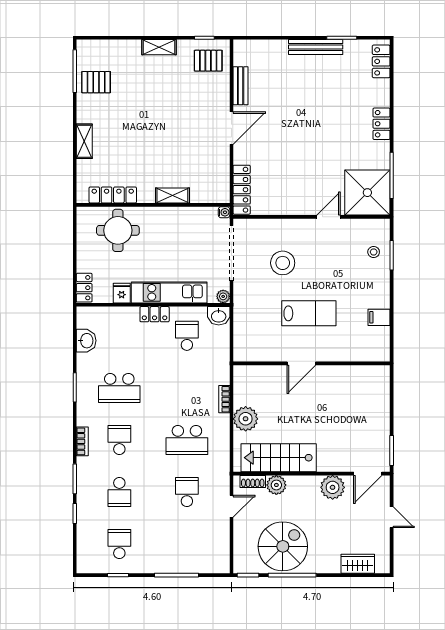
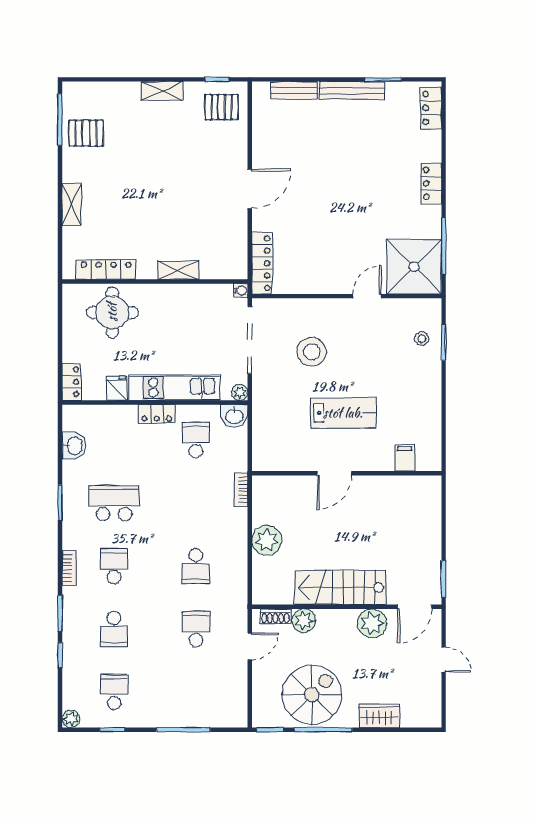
bench: (241, 86) -> (294, 90), moved, turned 90
filing cabinet: (379, 317) -> (405, 458), moved, turned 90
school desk: (119, 388) -> (114, 503), turned 180
bookcase: (224, 399) -> (241, 490), moved
school desk: (187, 440) -> (196, 566), width x0.54
stairs: (279, 458) -> (340, 587), moved
wardrobe: (358, 564) -> (379, 716), moved
plant: (84, 566) -> (71, 719), added

